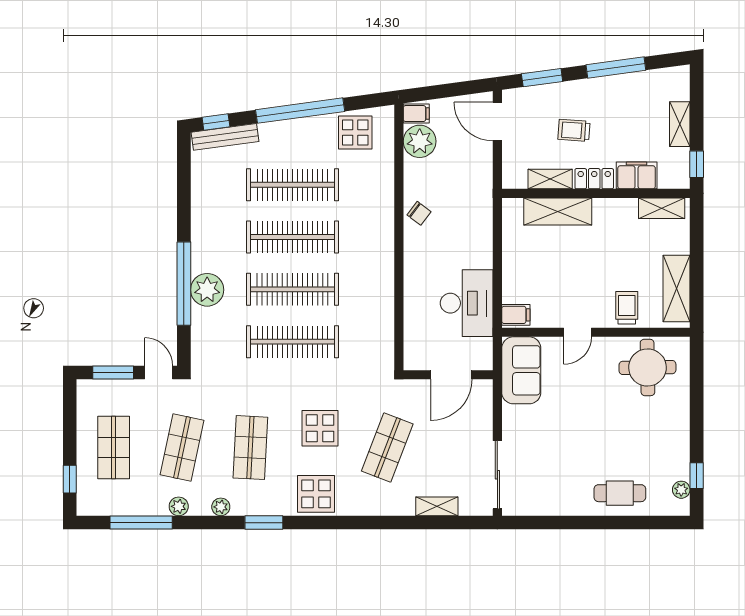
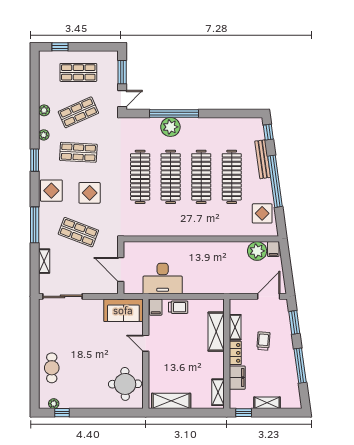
bench: (225, 137) -> (263, 159), moved
chair: (419, 213) -> (215, 251), removed
trolley: (627, 308) -> (178, 307), moved
shop shelf: (182, 448) -> (78, 112), turned -36
window: (141, 523) -> (35, 225), moved

